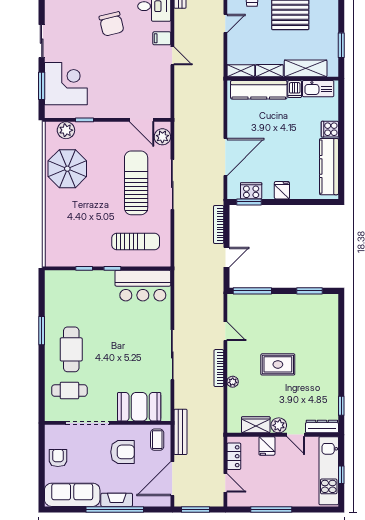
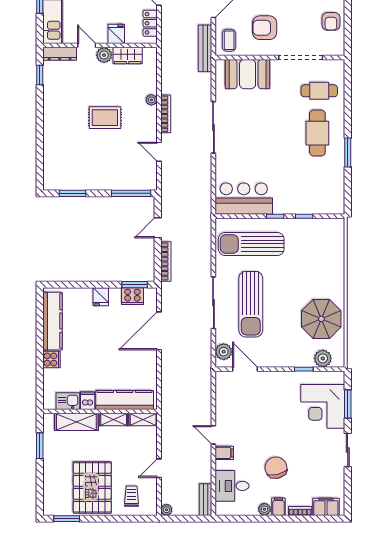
kitchen sink: (318, 89) -> (68, 401), width x0.73
sun lounger: (136, 242) -> (251, 244), width x1.36, depth x1.34

